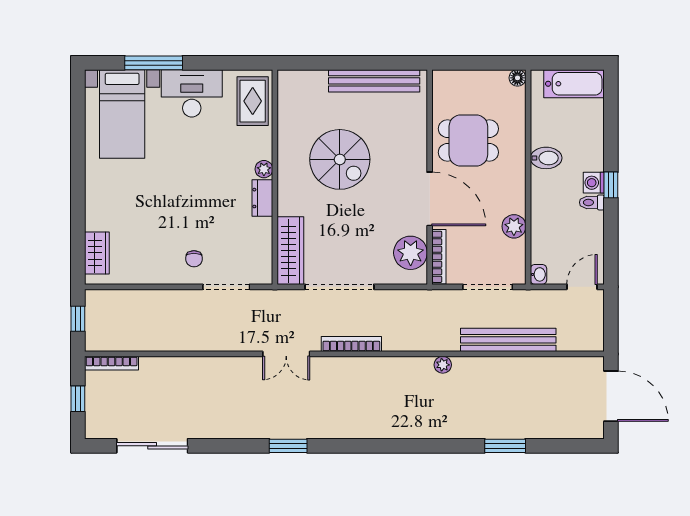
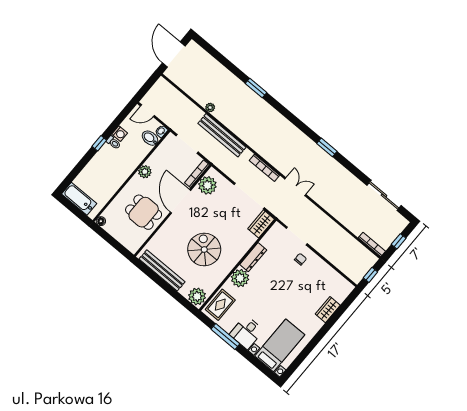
window: (154, 63) -> (225, 336), moved
plant: (295, 86) -> (197, 296), added
desk: (192, 93) -> (247, 332), width x0.73
bidet: (546, 158) -> (150, 138), moved
plant: (264, 169) -> (240, 278), width x1.87, depth x1.87
washing machine: (594, 183) -> (120, 134), moved
dresser: (262, 198) -> (253, 257), width x1.44
plant: (514, 226) -> (145, 172), moved
wardrobe: (290, 251) -> (261, 224), width x0.67
wardrobe: (97, 253) -> (328, 310), moved
bench: (508, 340) -> (222, 135), moved
plant: (443, 365) -> (210, 107), moved
window: (505, 446) -> (256, 88), moved

